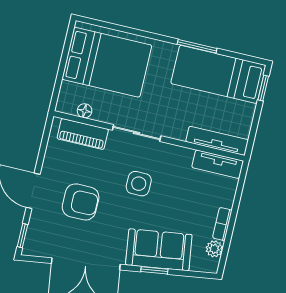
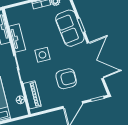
tv unit: (218, 164) -> (17, 38), moved
armchair: (81, 202) -> (66, 79), turned 90

